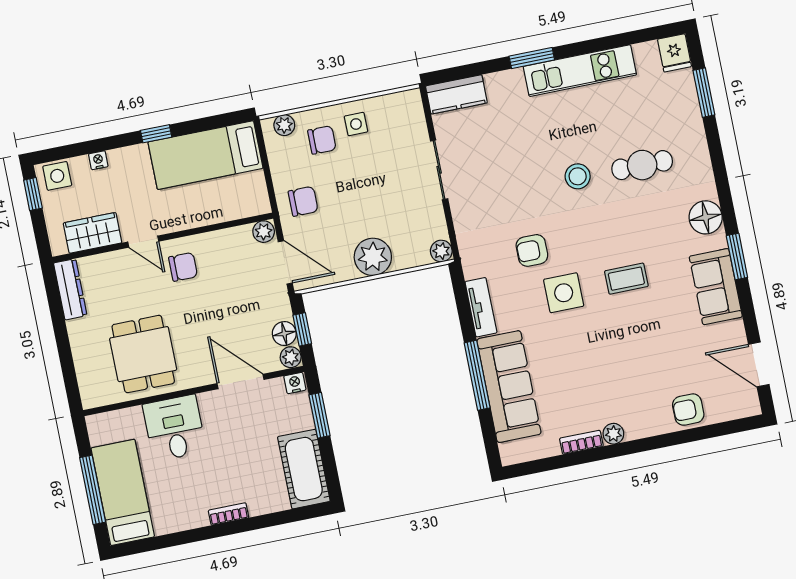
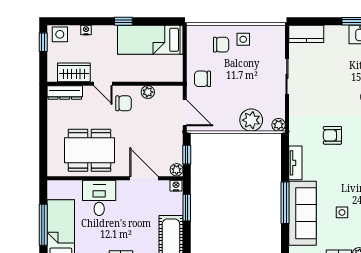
plant: (284, 125) -> (201, 31), removed
chair: (303, 201) -> (203, 79), turned 180
plant: (264, 232) -> (148, 92), moved
plant: (373, 257) -> (251, 120), moved
dresser: (70, 289) -> (65, 92), moved, turned 90
side table: (564, 293) -> (342, 212), moved, width x0.54, depth x0.54
floor lamp: (284, 334) -> (176, 155), removed
dining table: (143, 354) -> (89, 150), width x1.38

